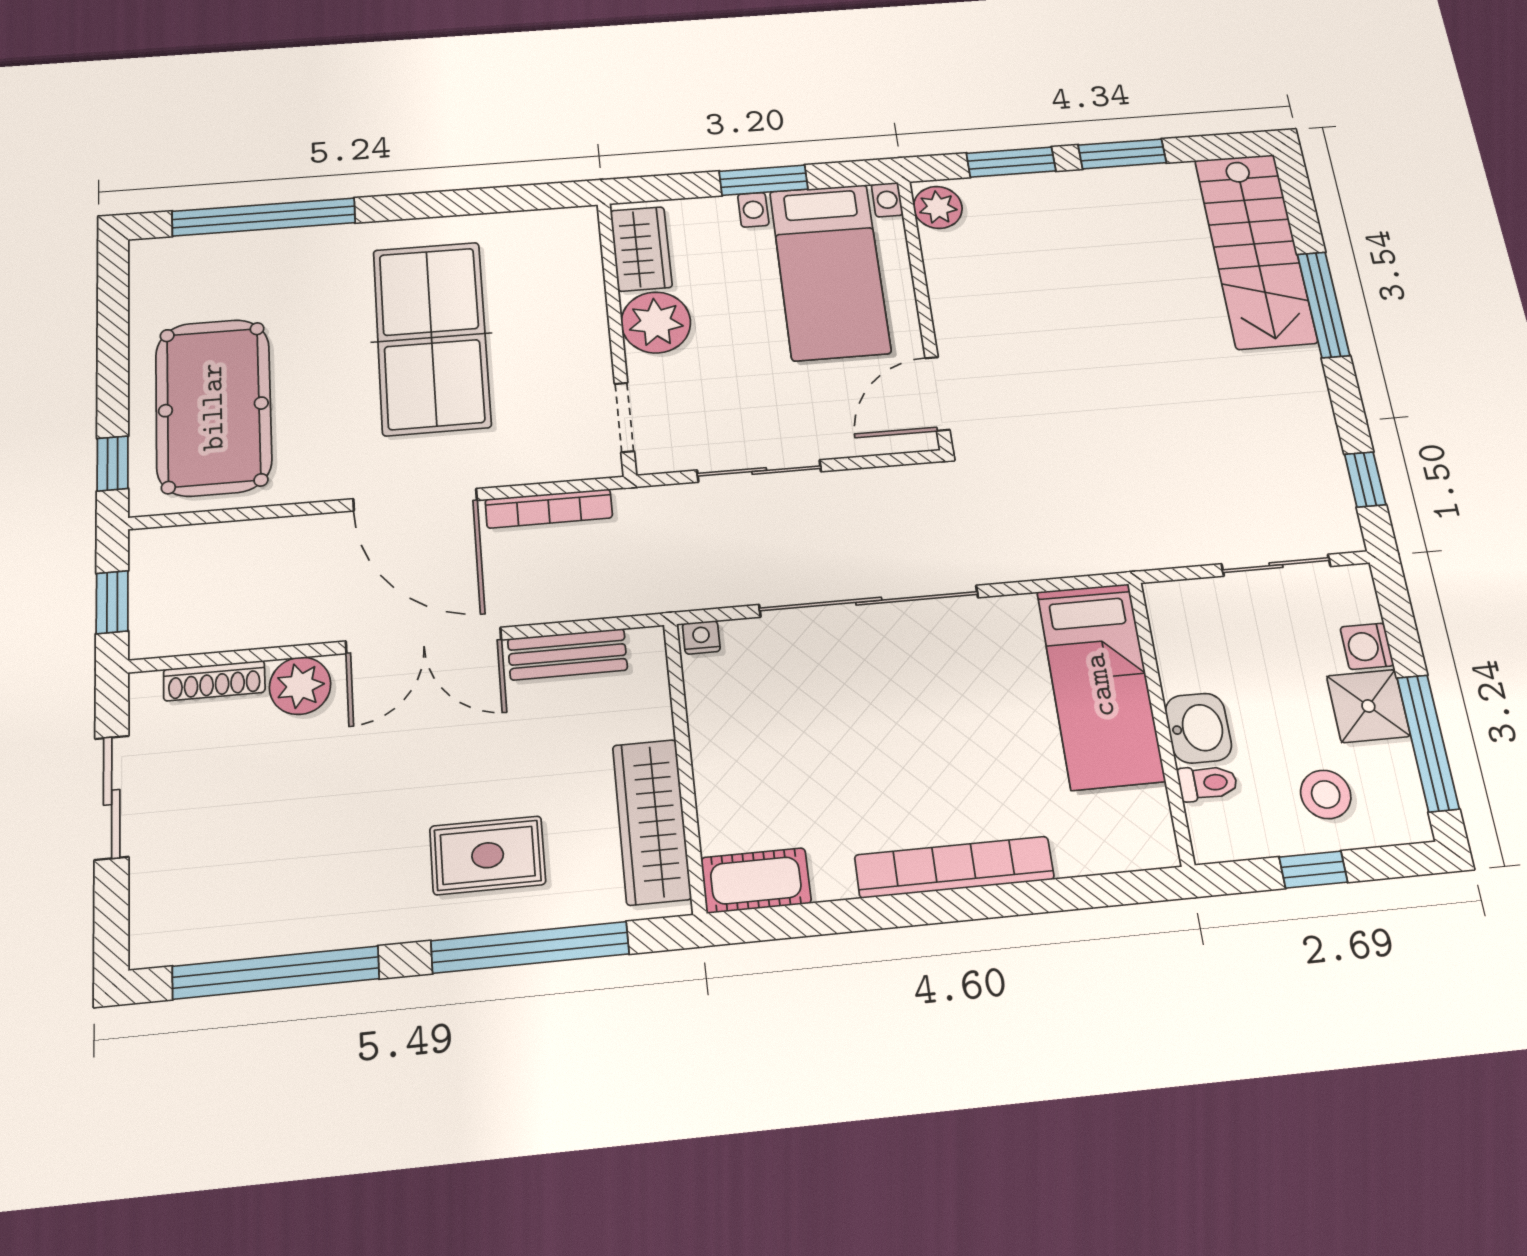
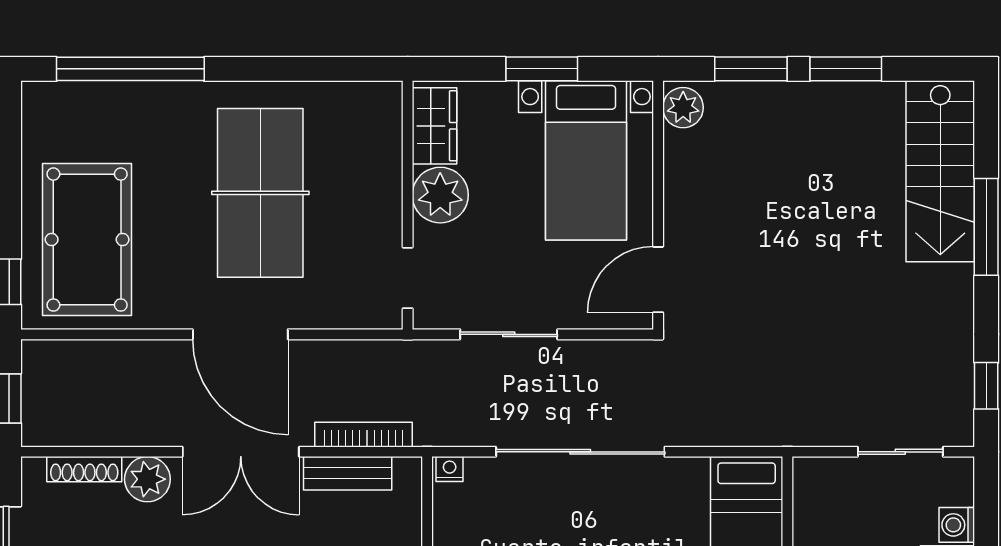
bookcase: (549, 509) -> (364, 435), moved, turned 180

